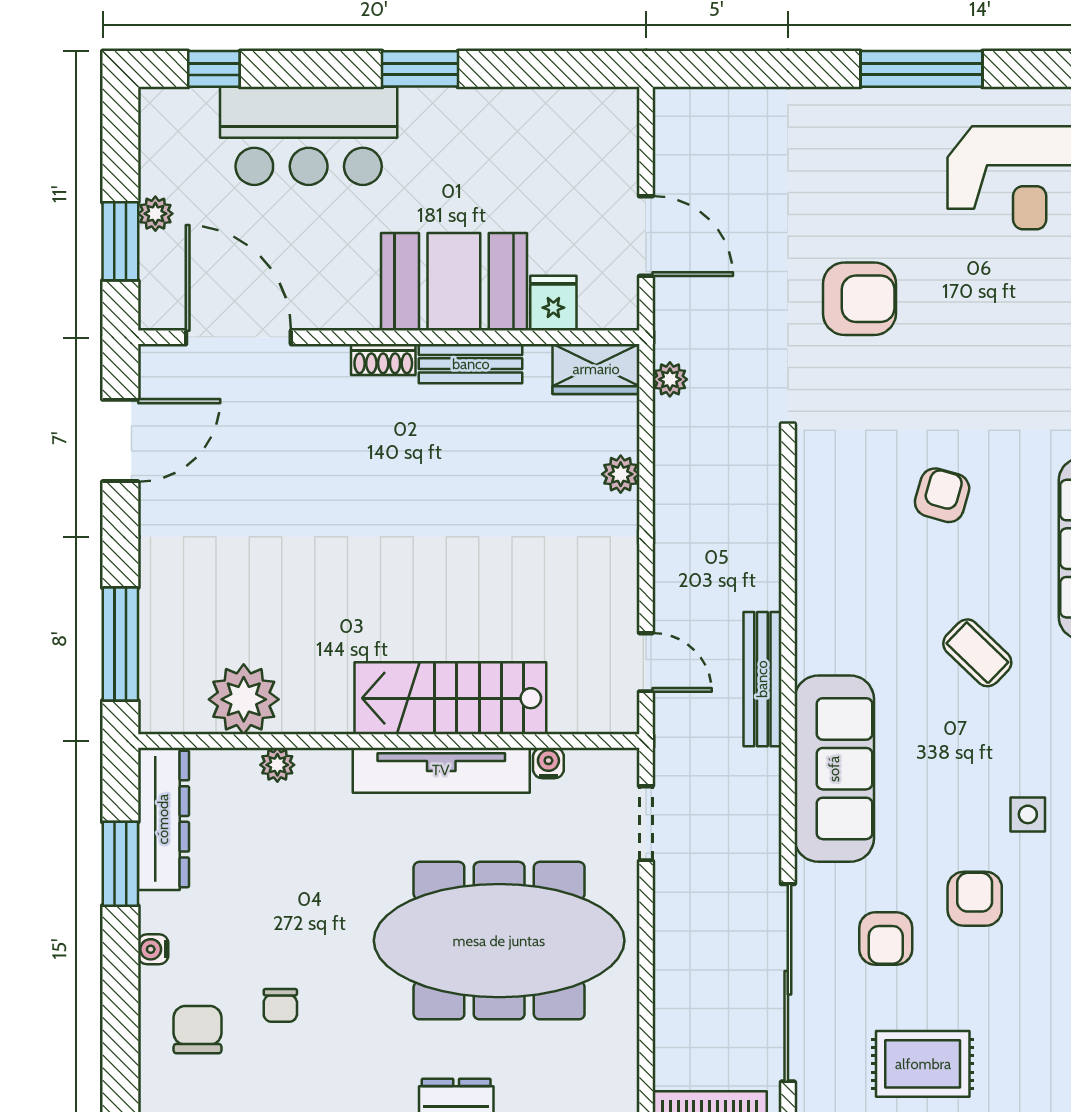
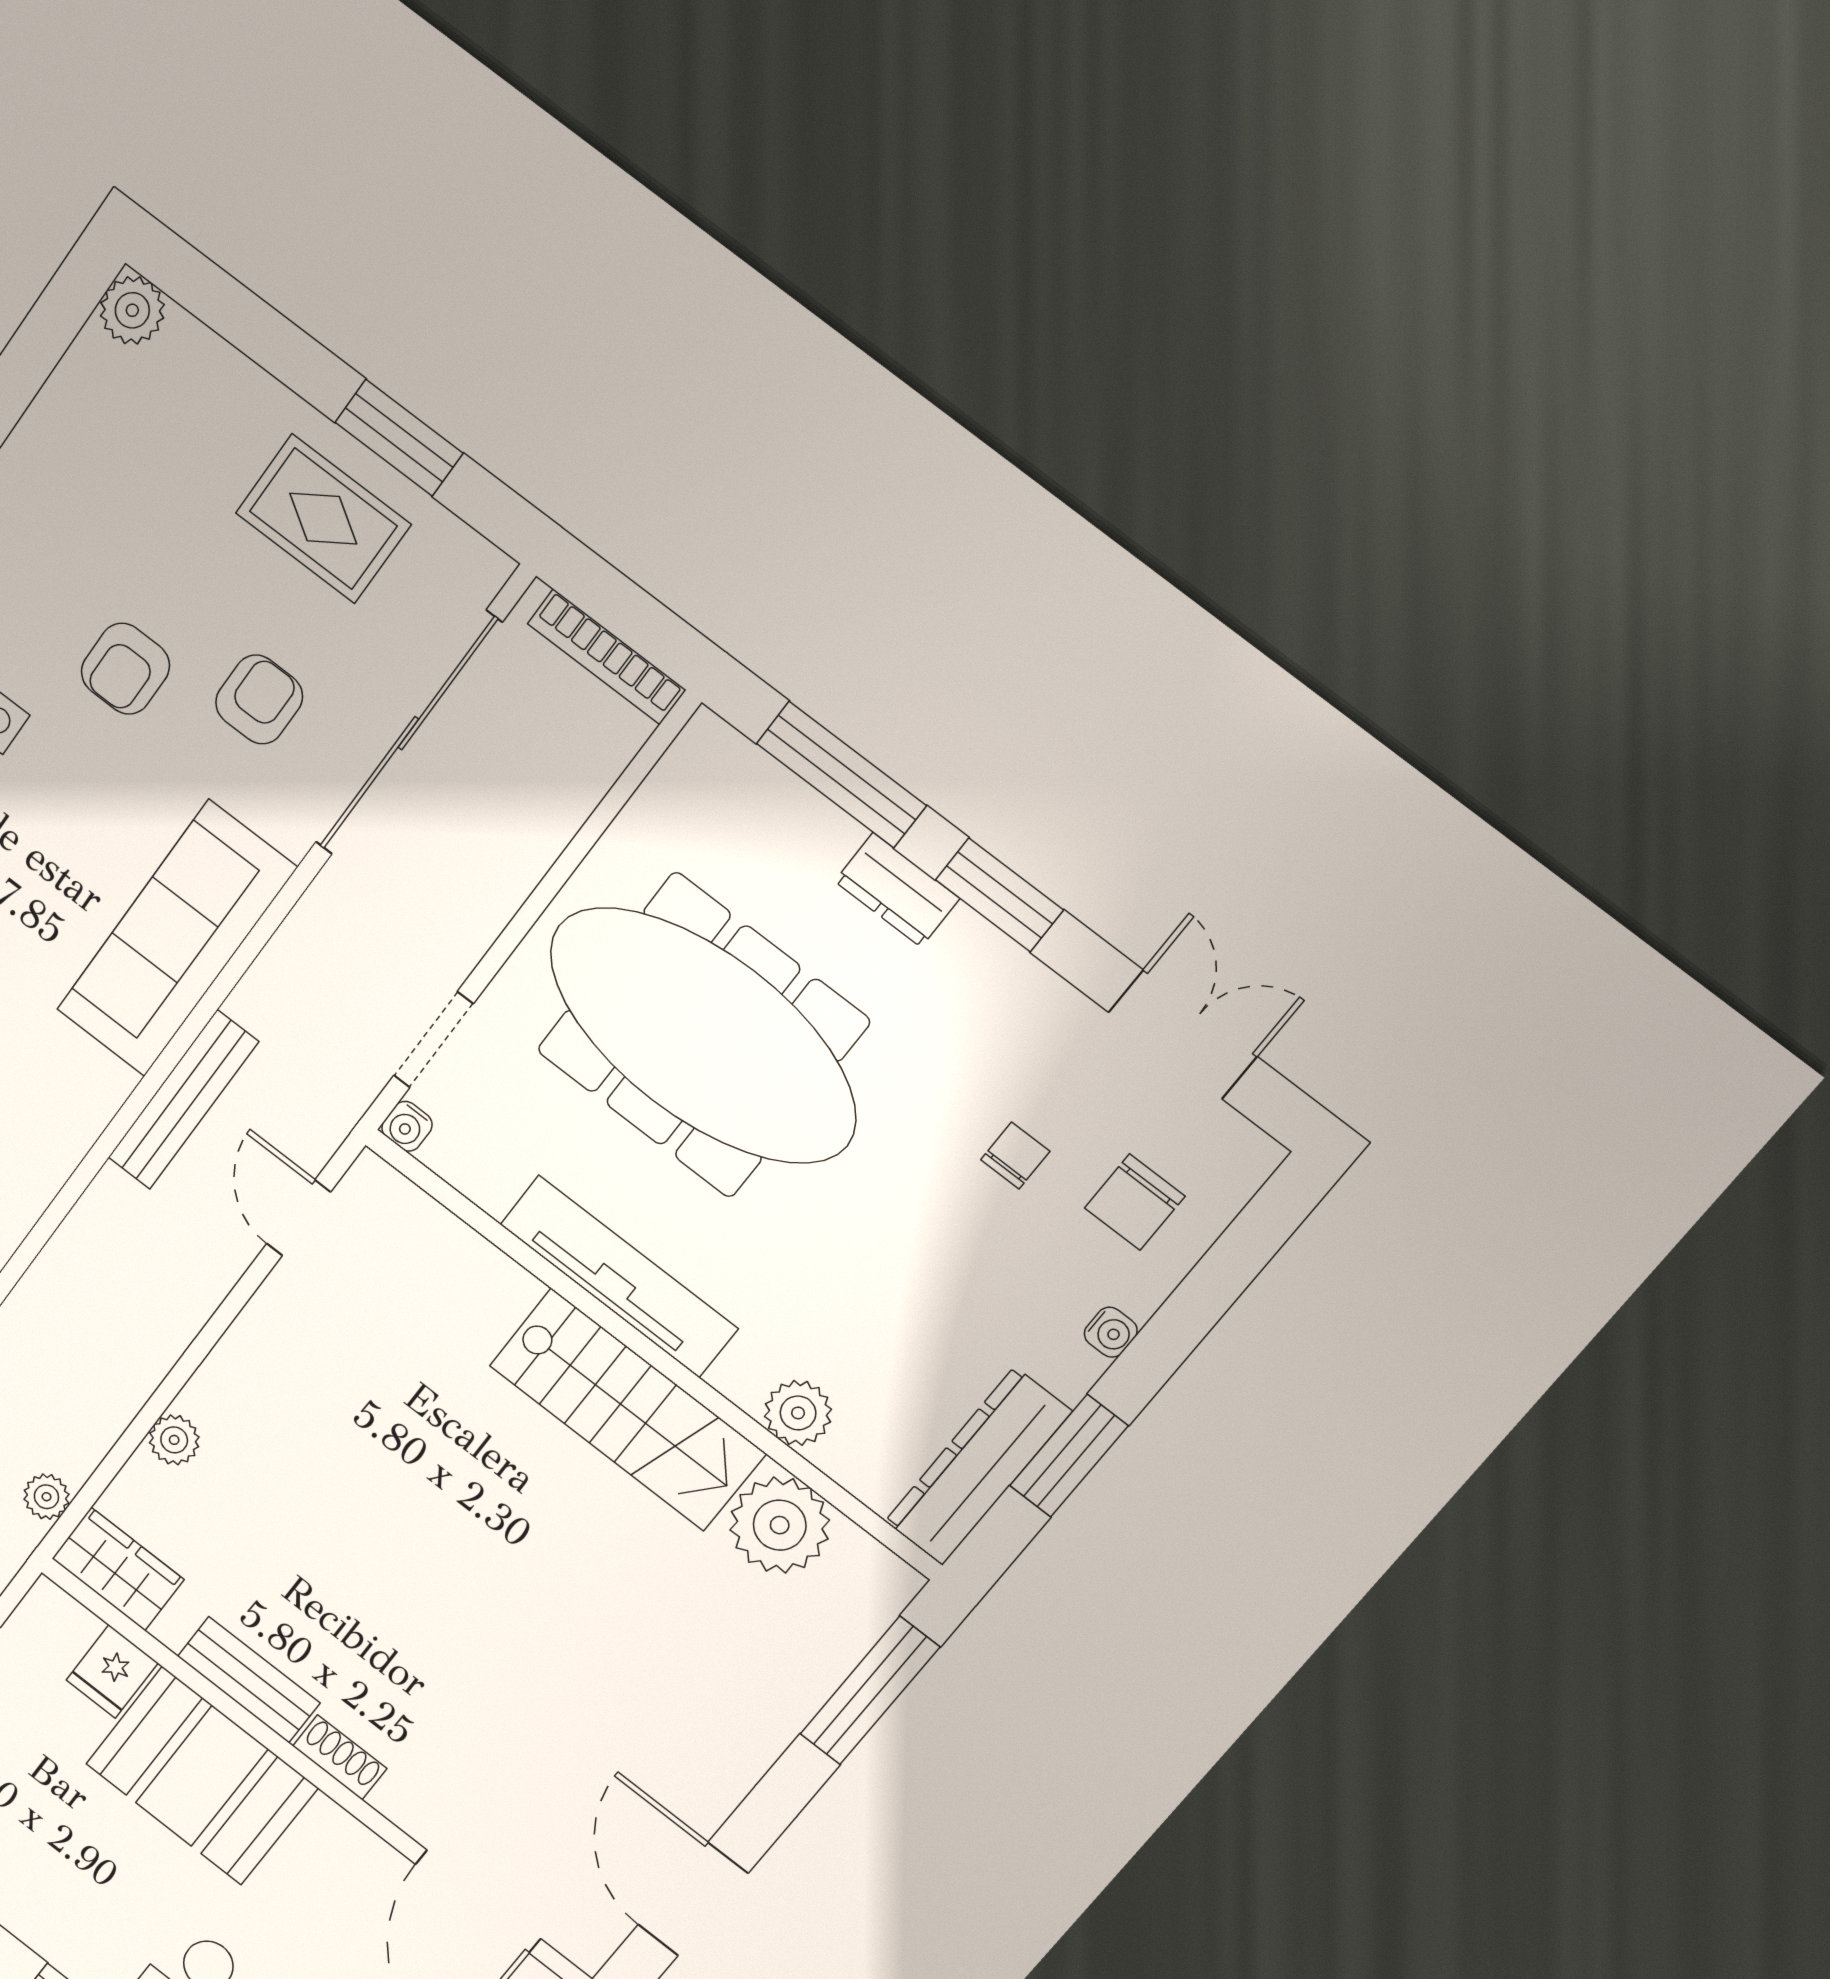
door: (120, 440) -> (693, 1899), hinge flipped
stairs: (450, 698) -> (628, 1410), moved
water cooler: (548, 763) -> (407, 1126), moved
plant: (277, 765) -> (798, 1413), width x1.38, depth x1.38

